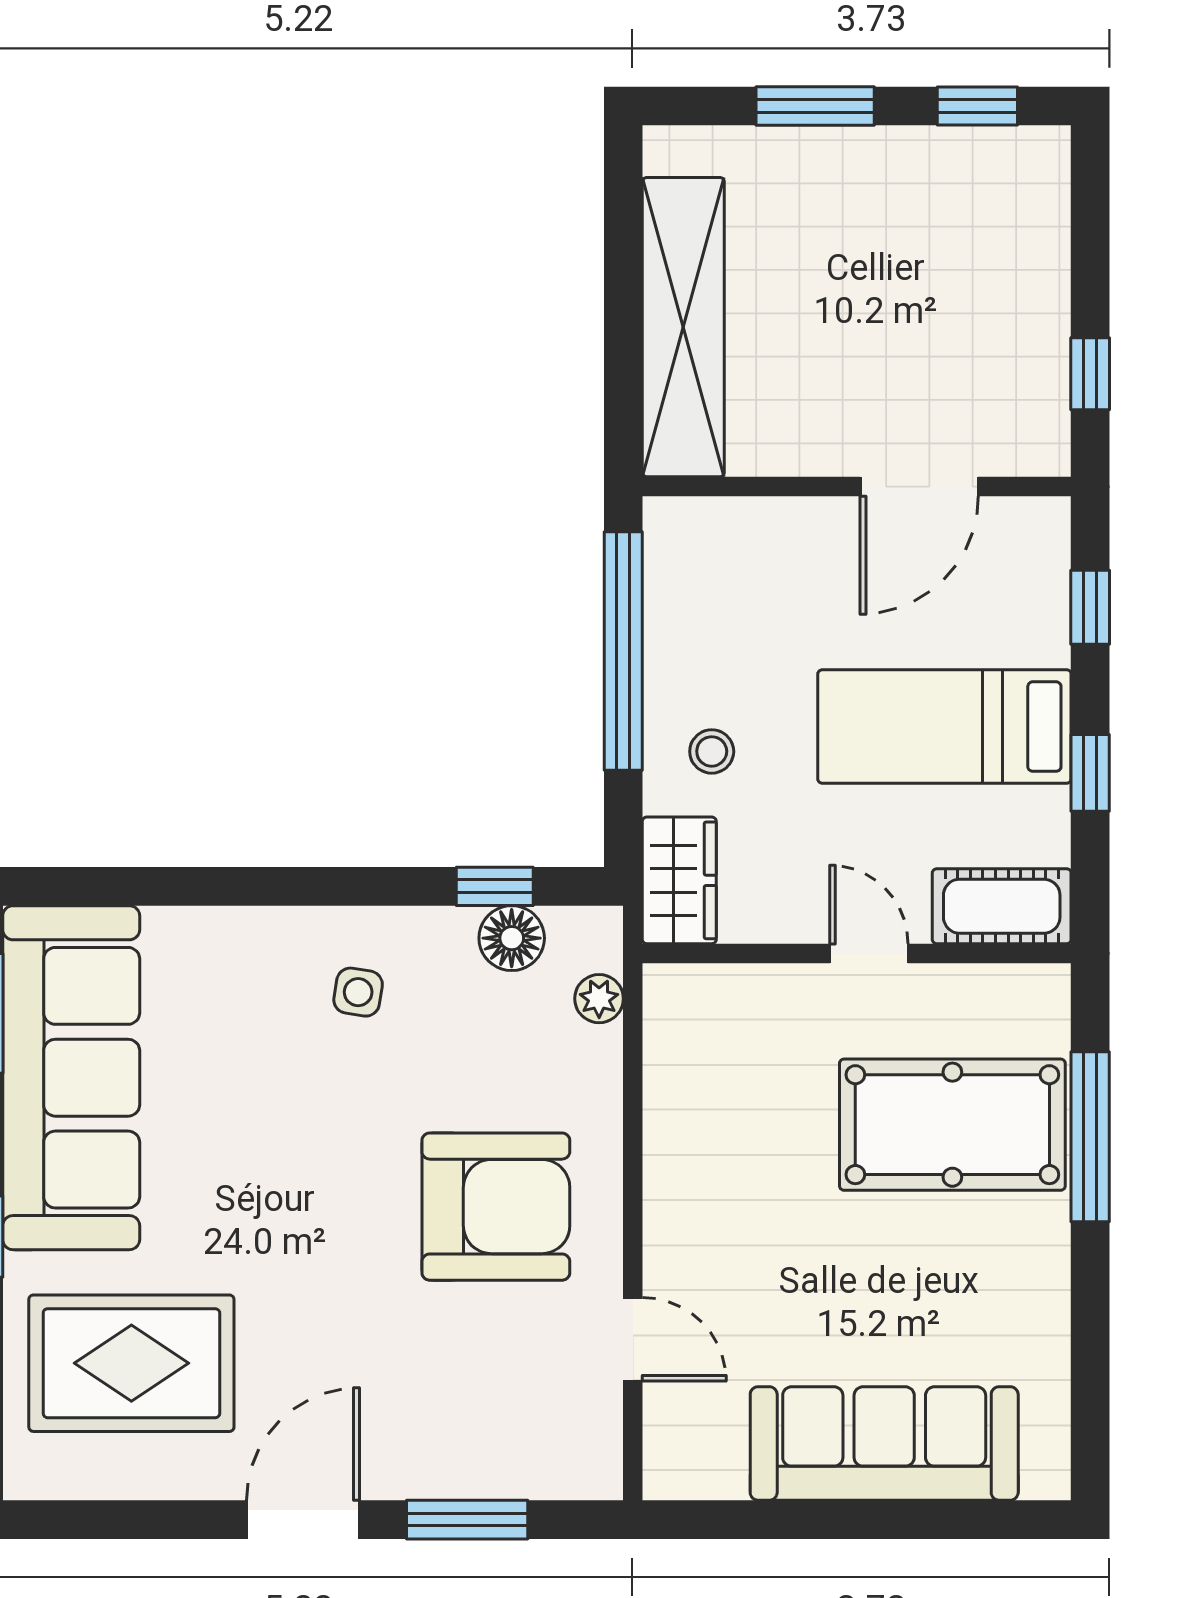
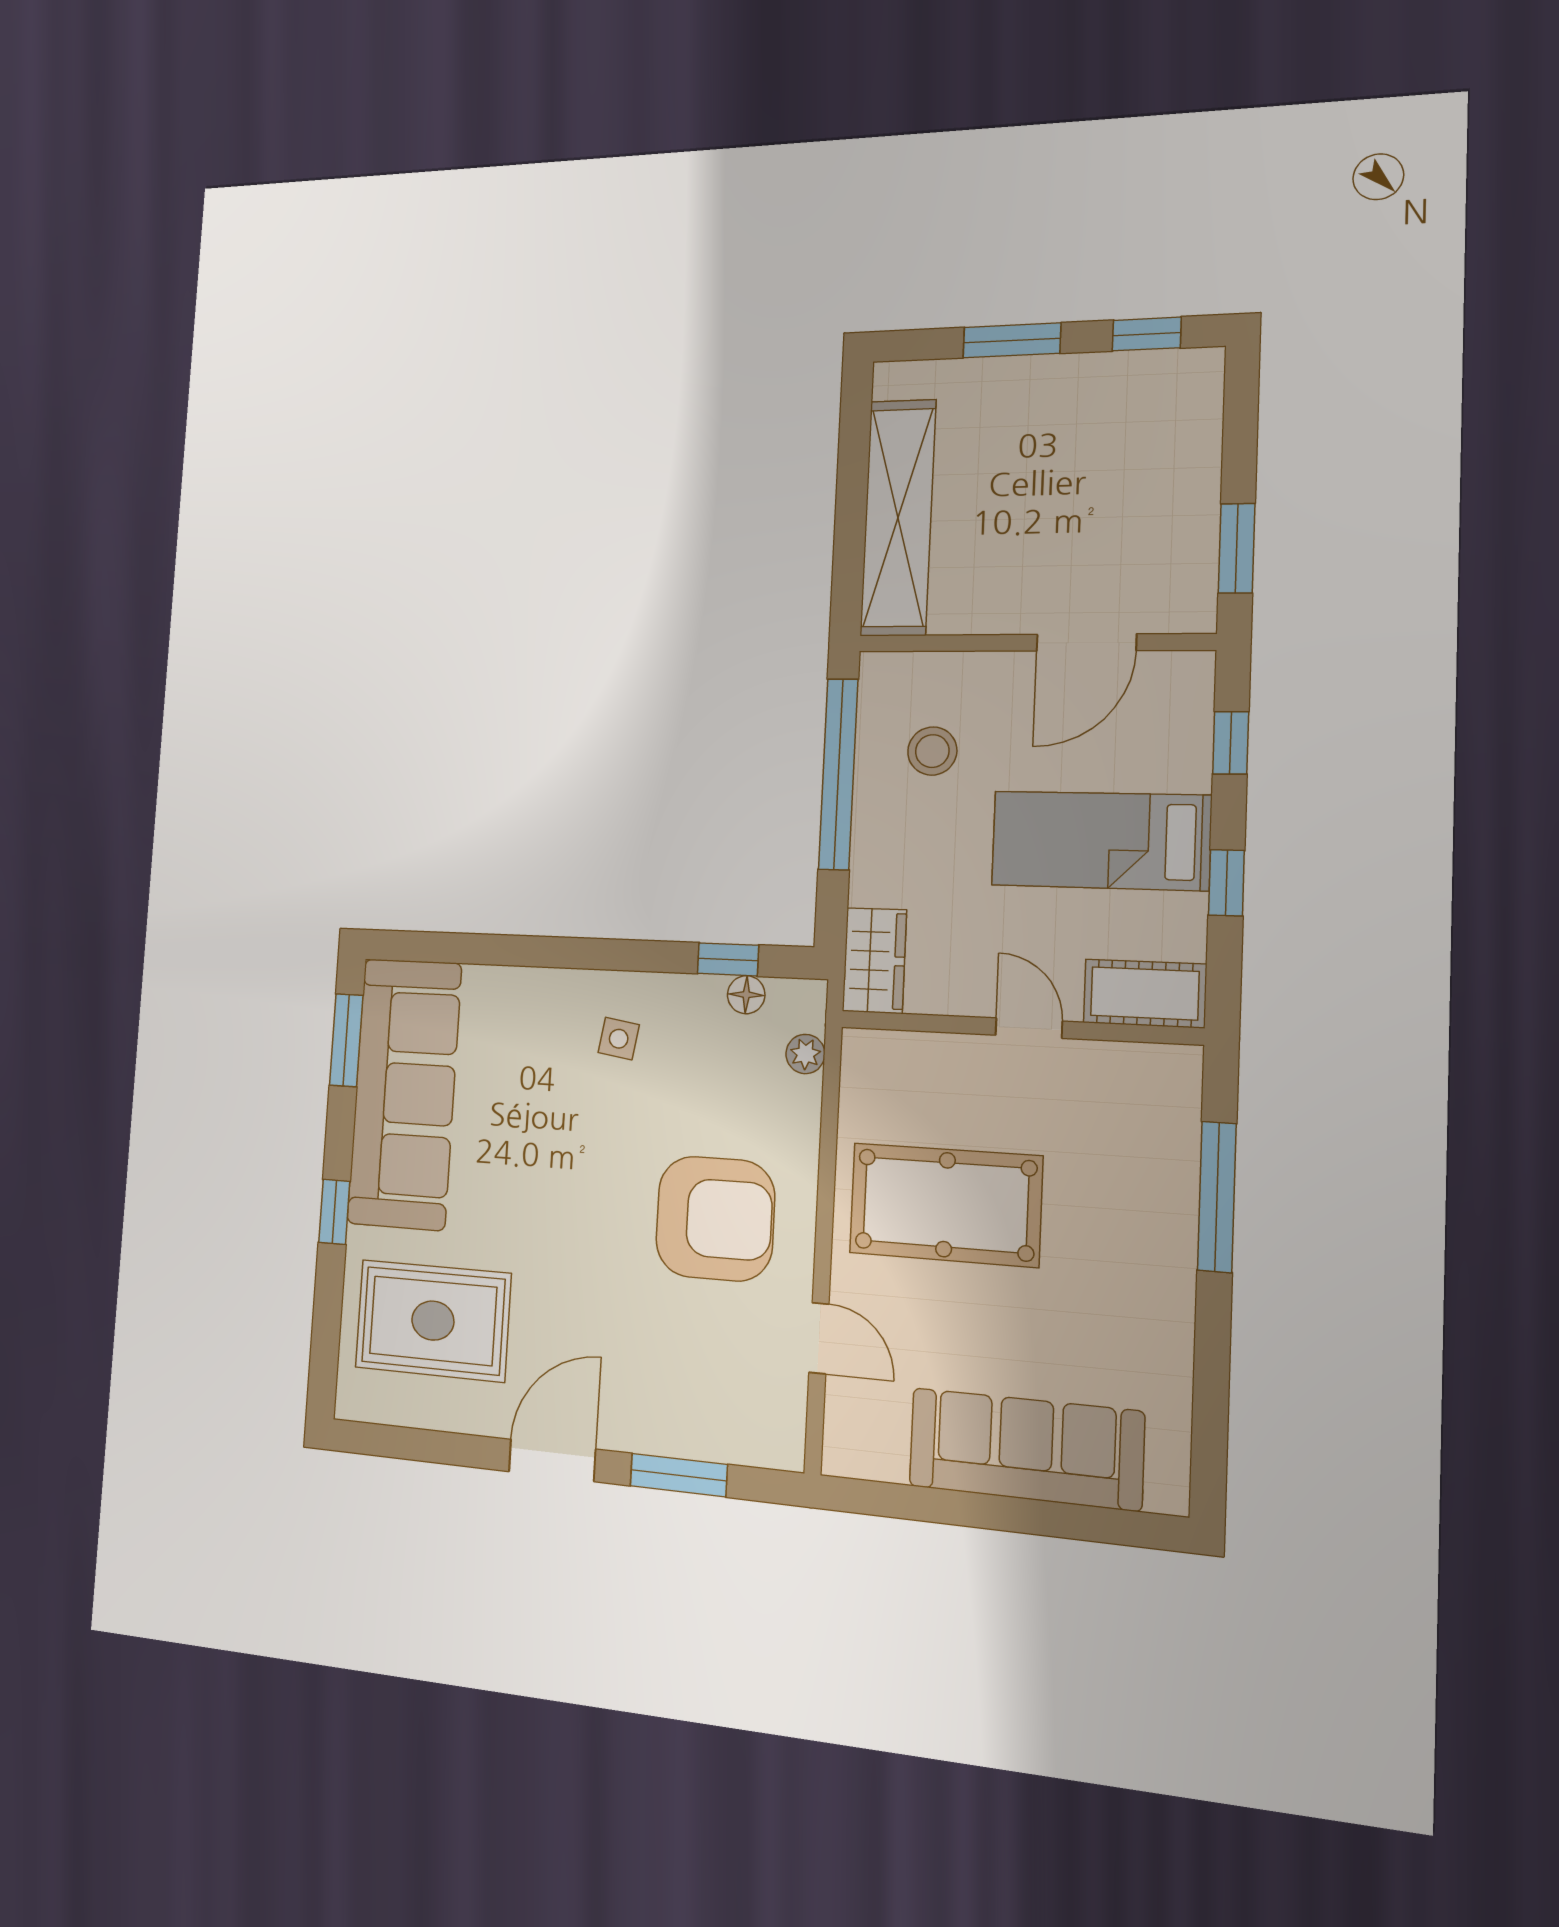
window: (1090, 374) -> (1237, 548), width x1.50
stool: (712, 751) -> (932, 751), moved, width x1.37, depth x1.37
floor lamp: (512, 938) -> (746, 995), width x0.73, depth x0.73
pool table: (952, 1125) -> (946, 1205), moved

